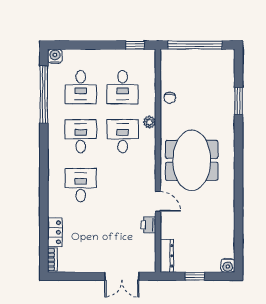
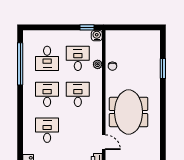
window: (195, 45) -> (131, 27), removed
water cooler: (55, 56) -> (97, 36), moved
desk: (123, 87) -> (78, 58), turned 180
plant: (149, 122) -> (98, 64), moved

